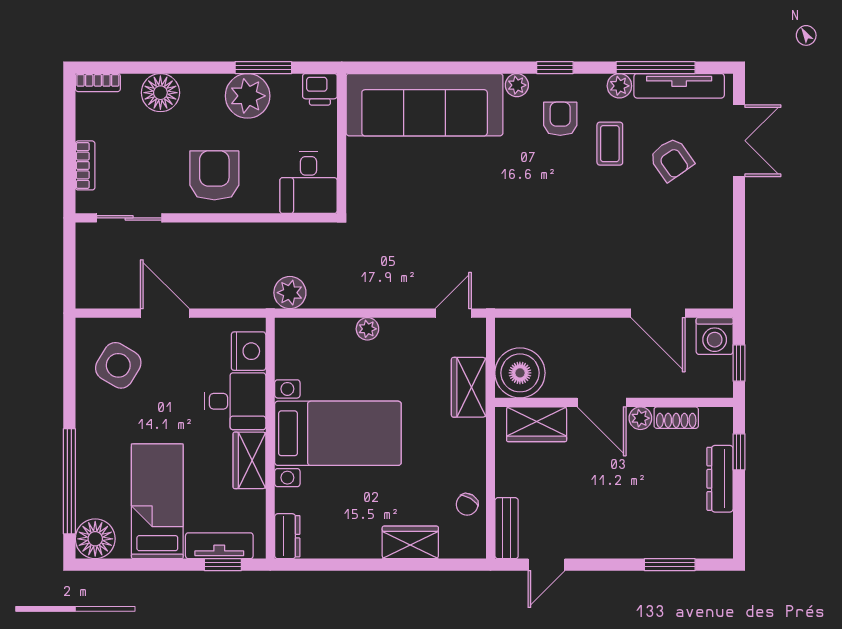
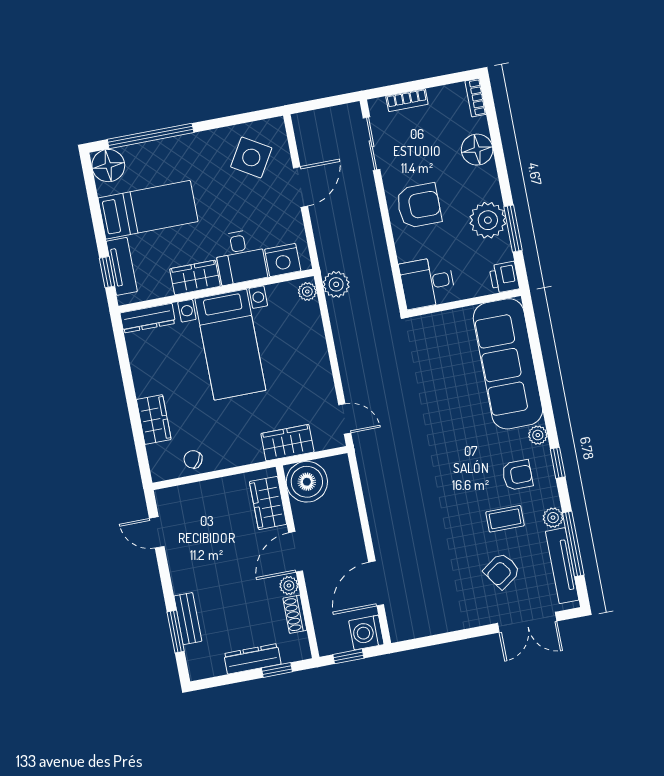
plant: (367, 329) -> (307, 292), moved
bench: (507, 528) -> (188, 619), moved, turned 90
dresser: (287, 536) -> (148, 318), width x1.44

